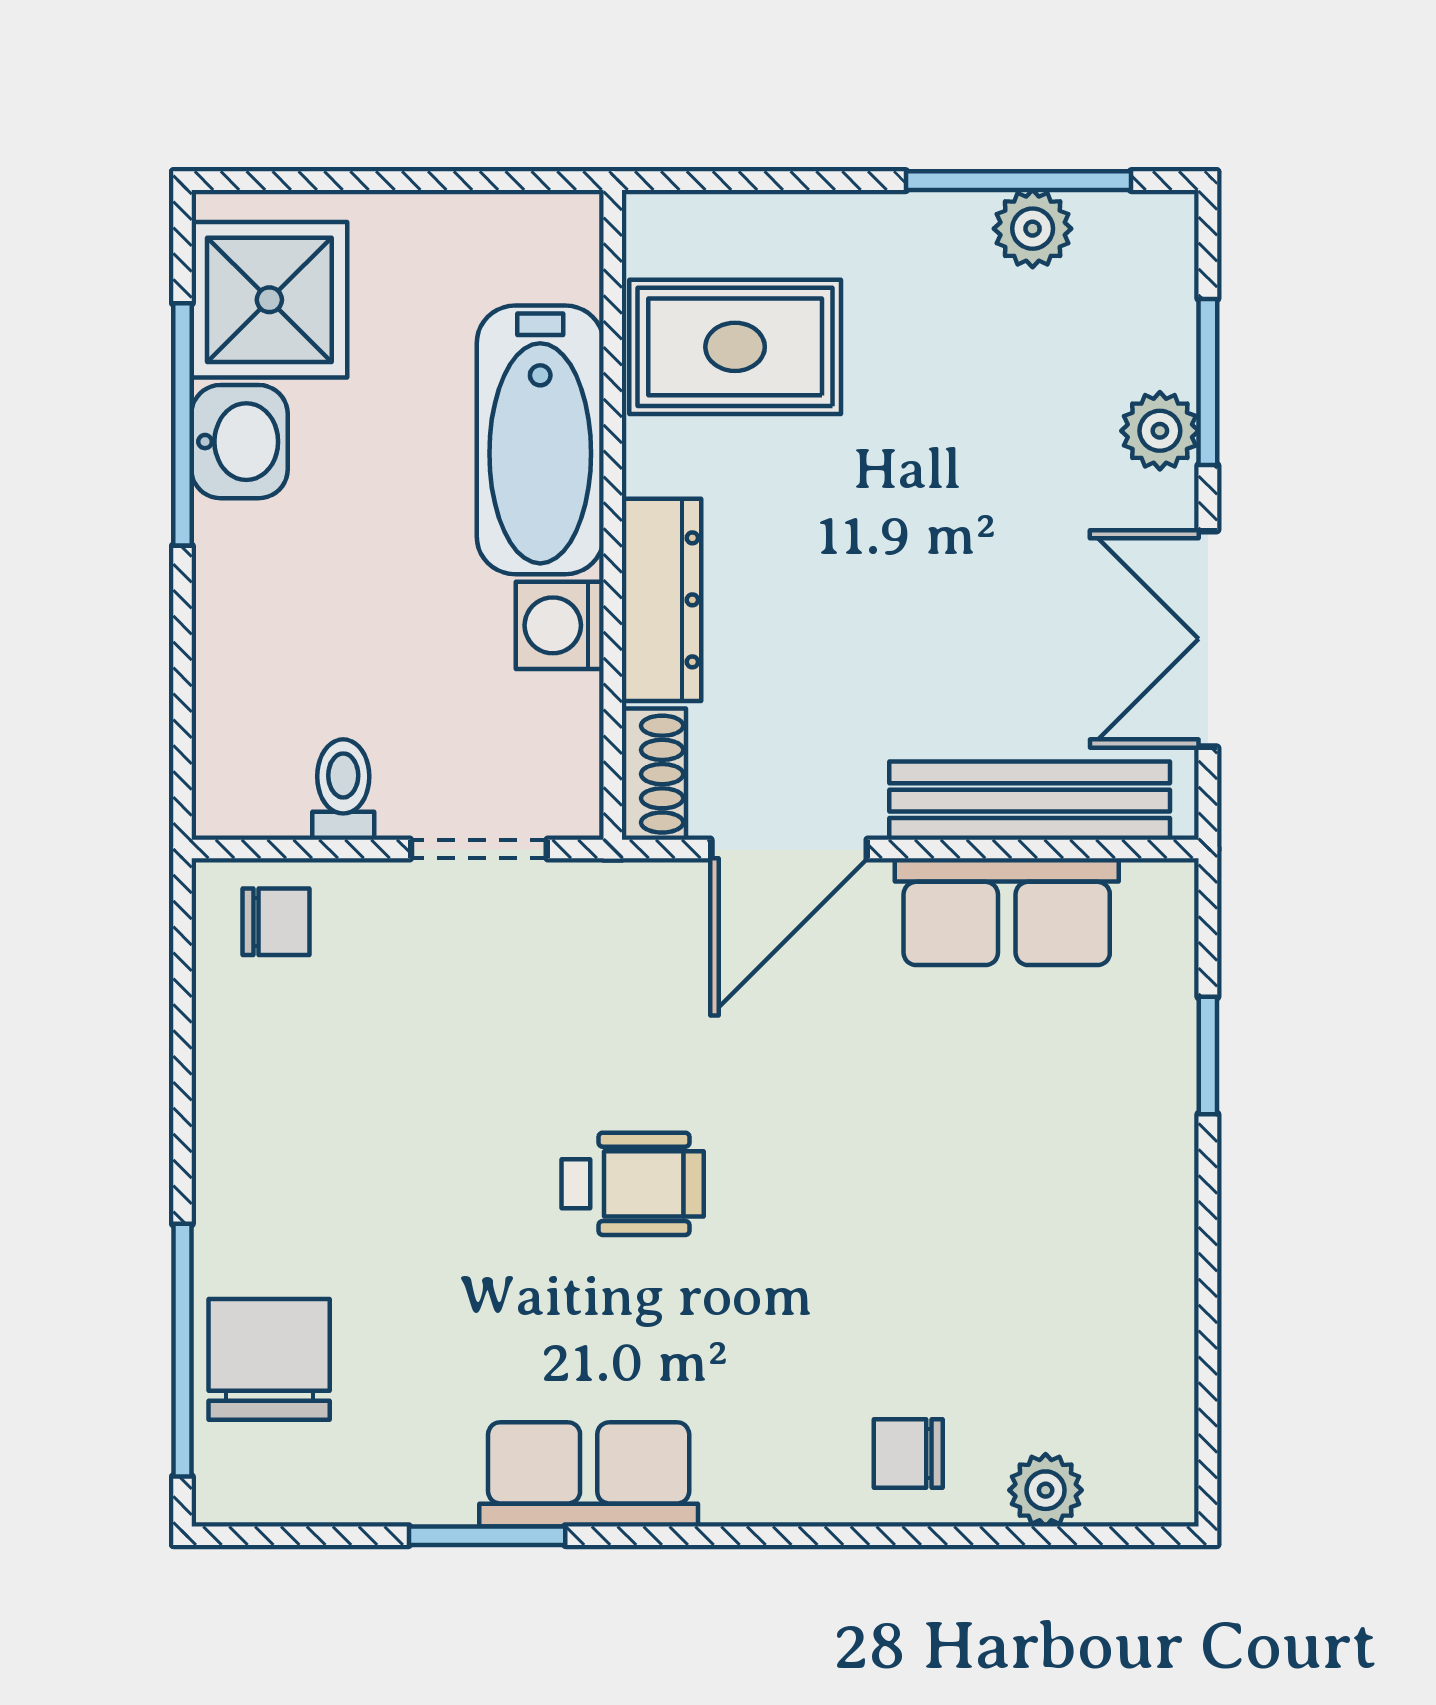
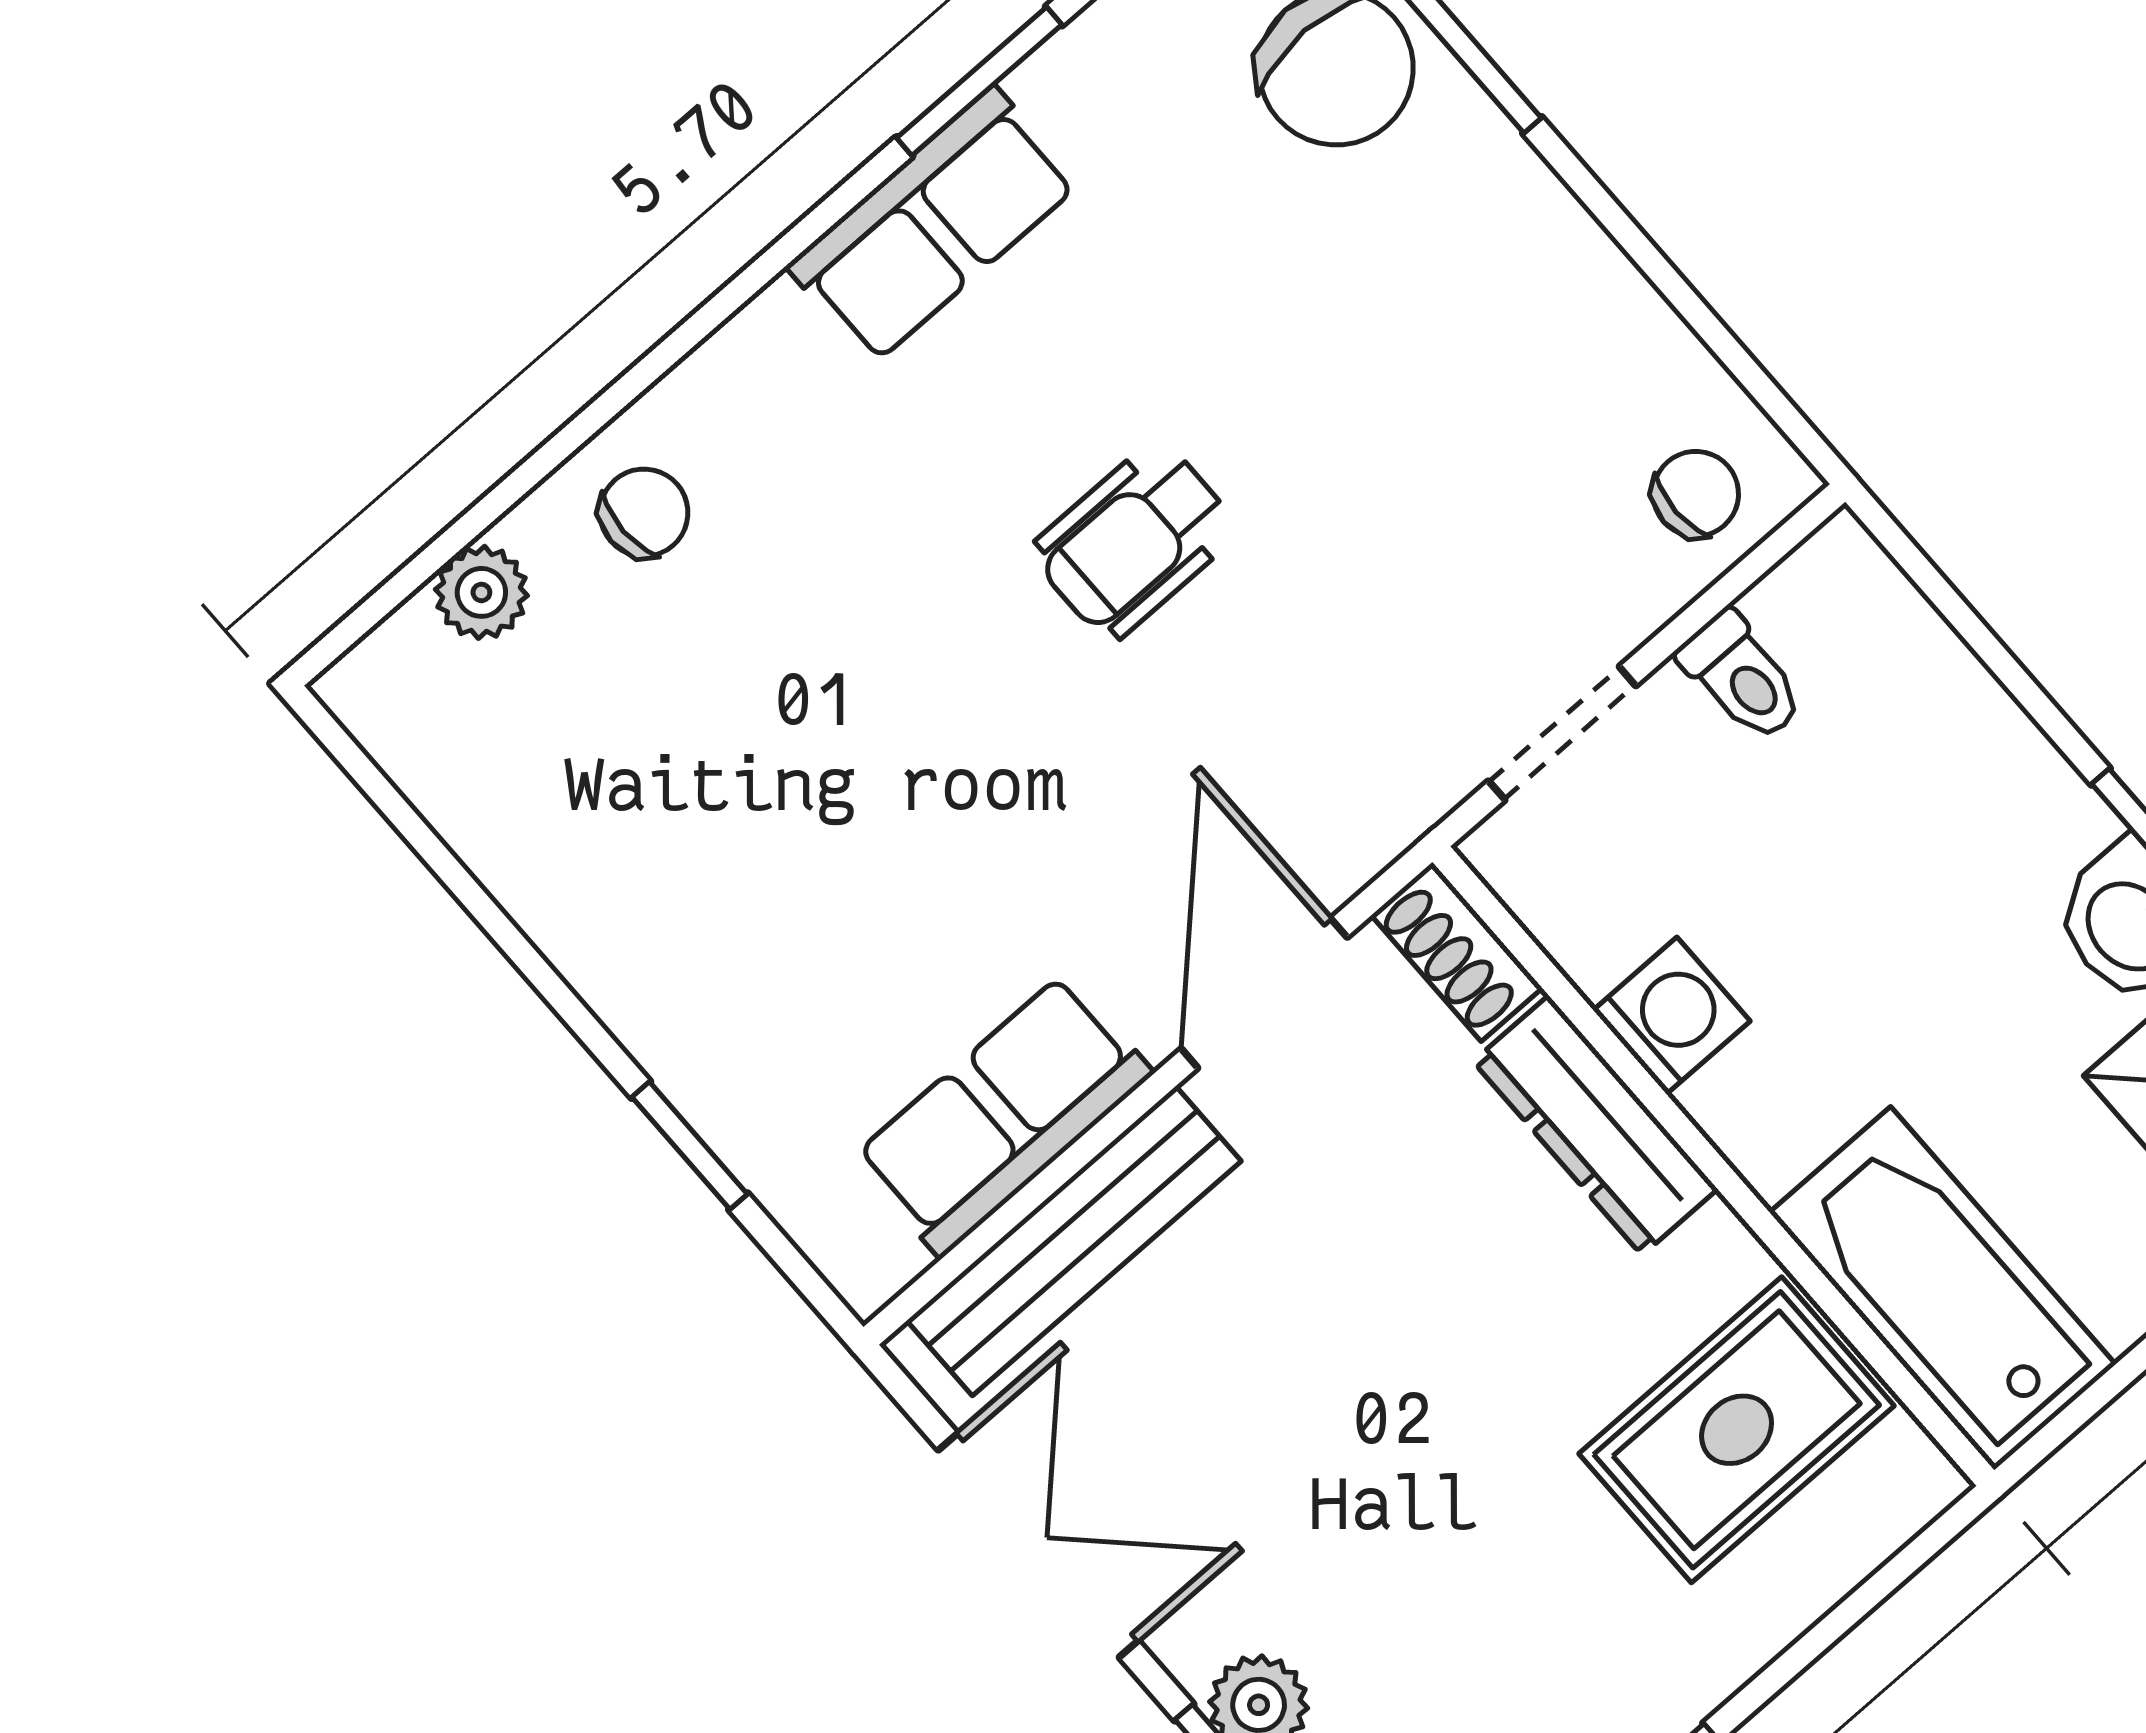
bathtub: (540, 440) -> (1942, 1288), moved
chair: (276, 922) -> (1696, 494), turned 180

